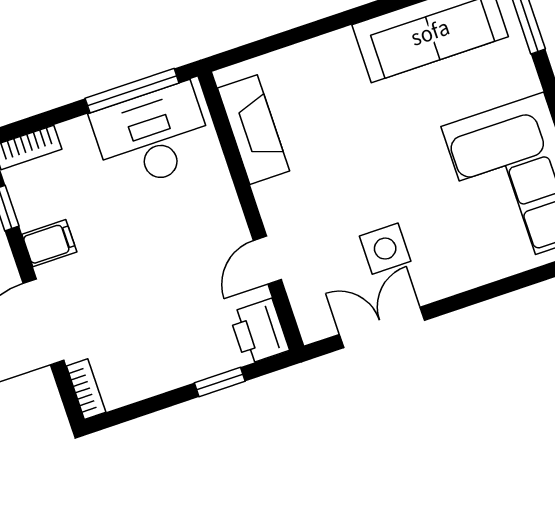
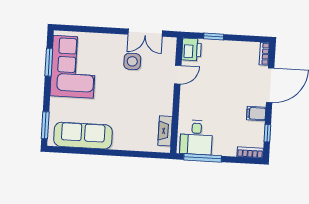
fireplace: (254, 130) -> (165, 131), width x0.73, depth x0.76
desk: (152, 137) -> (196, 137), width x0.73

